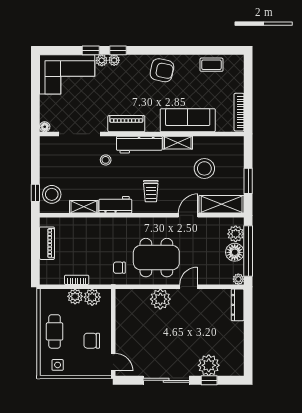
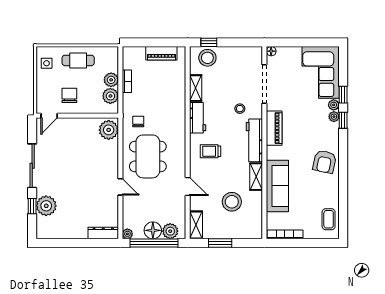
coffee table: (211, 65) -> (329, 219), moved
shelving: (222, 204) -> (196, 225), width x0.67, depth x0.75
plant: (160, 299) -> (109, 130), moved

